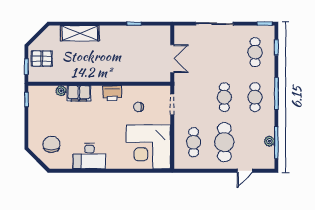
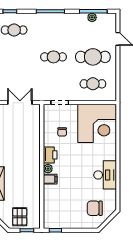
plant: (61, 91) -> (48, 169), moved
filing cabinet: (79, 93) -> (50, 179), width x0.50
cafe table: (255, 97) -> (53, 30), removed

